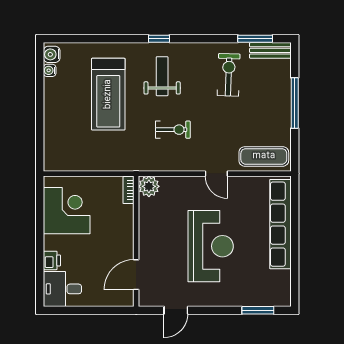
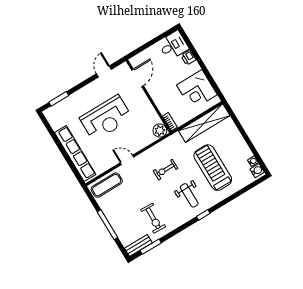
shelving: (84, 160) -> (204, 123), added
reception desk: (211, 246) -> (106, 118), turned -90

